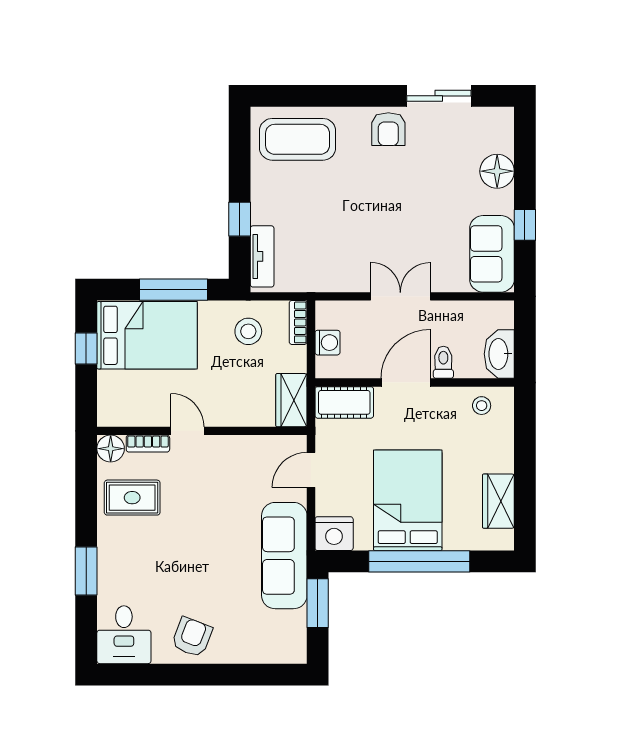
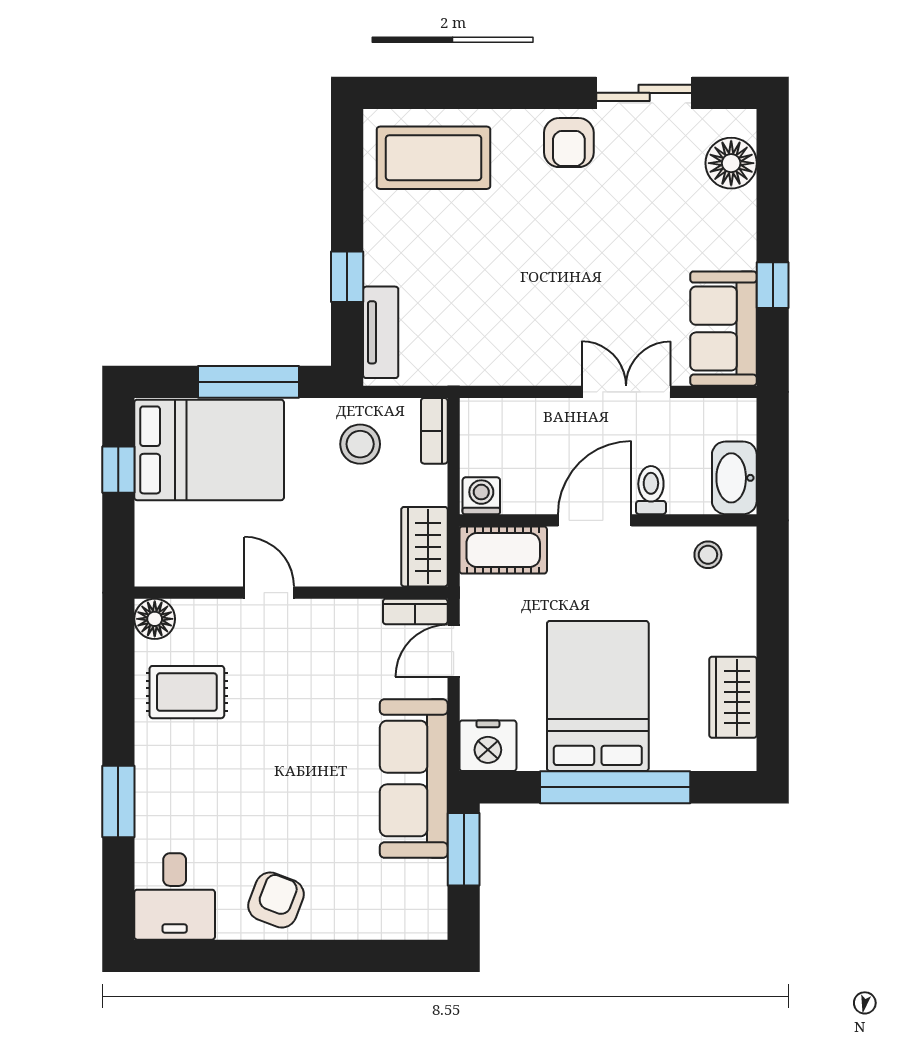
floor lamp: (497, 171) -> (731, 163), moved
double door: (400, 296) -> (626, 392), moved
washing machine: (327, 343) -> (481, 496), moved, turned -90
bookcase: (148, 444) -> (415, 611), moved

